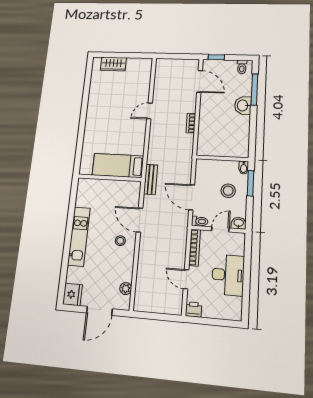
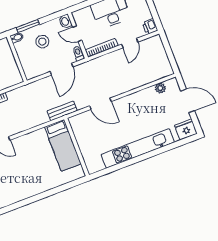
door: (140, 220) -> (100, 104), hinge flipped
kitchen unit: (79, 236) -> (138, 148), width x1.36
stool: (120, 241) -> (125, 111), removed

